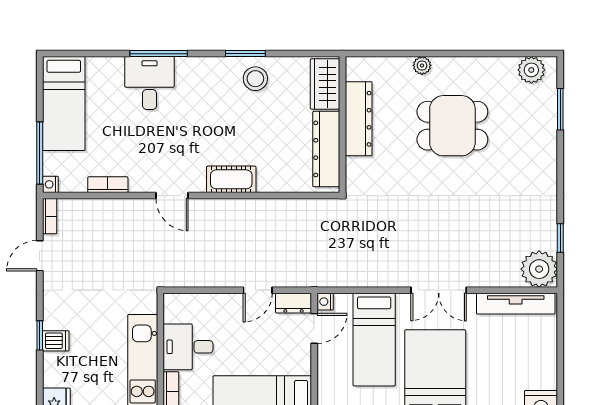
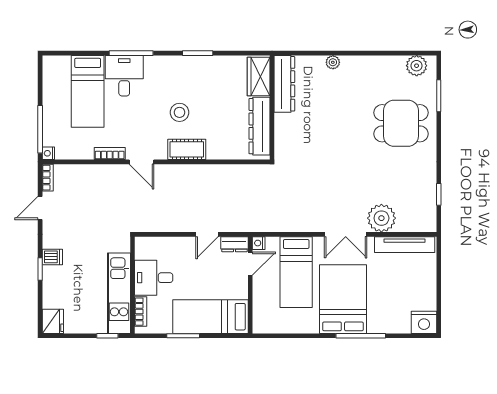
stool: (255, 79) -> (180, 112), moved
bed: (64, 104) -> (88, 91), moved
dresser: (359, 119) -> (284, 84), moved
dining table: (452, 126) -> (401, 123), moved
bookcase: (108, 185) -> (110, 154), moved
plant: (539, 269) -> (381, 218), moved
dishwasher: (56, 341) -> (52, 257), moved

